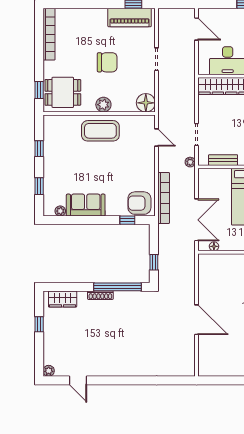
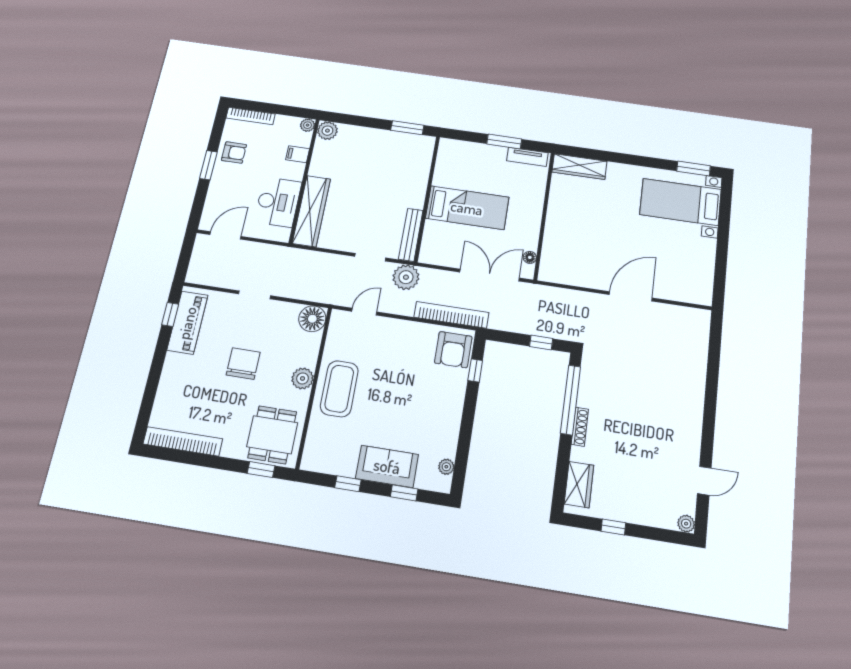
bench: (223, 160) -> (411, 235), width x1.36
plant: (190, 162) -> (406, 277), width x1.88, depth x1.88
sofa: (86, 205) -> (387, 466), moved, turned 90

